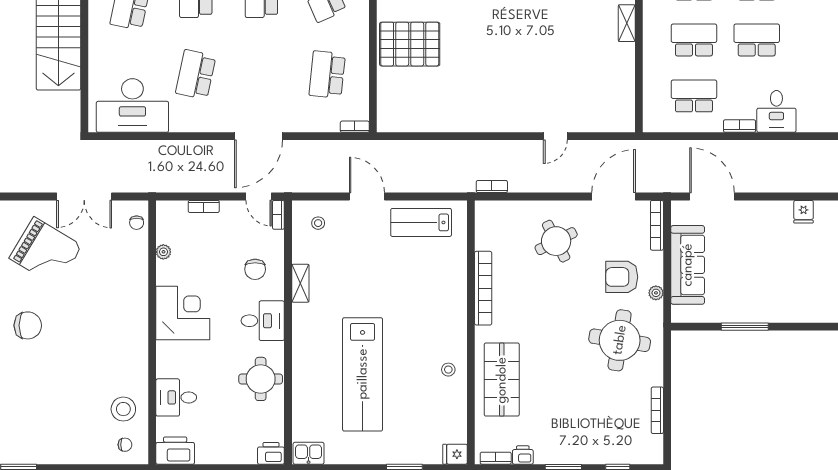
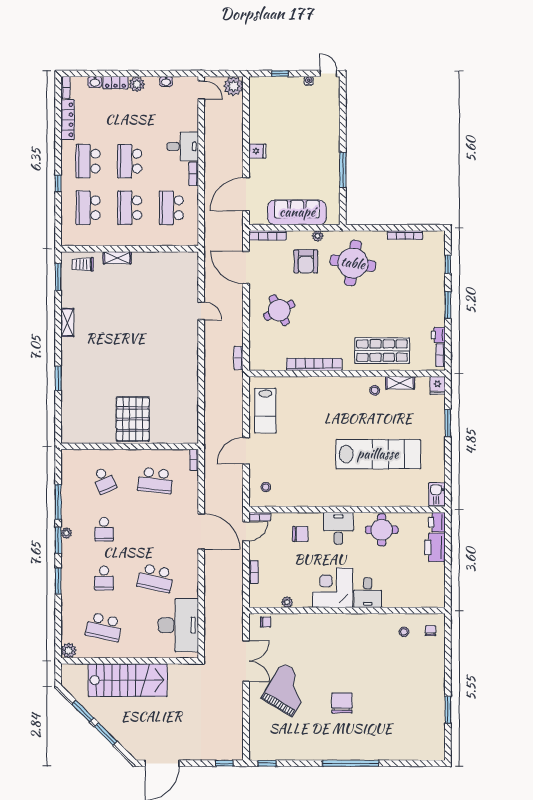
fridge: (804, 212) -> (257, 151), moved
shelving: (300, 283) -> (400, 383), moved
desk: (176, 397) -> (368, 593), moved
stool: (123, 409) -> (404, 632), width x0.53, depth x0.53
printer: (175, 451) -> (435, 547), moved

